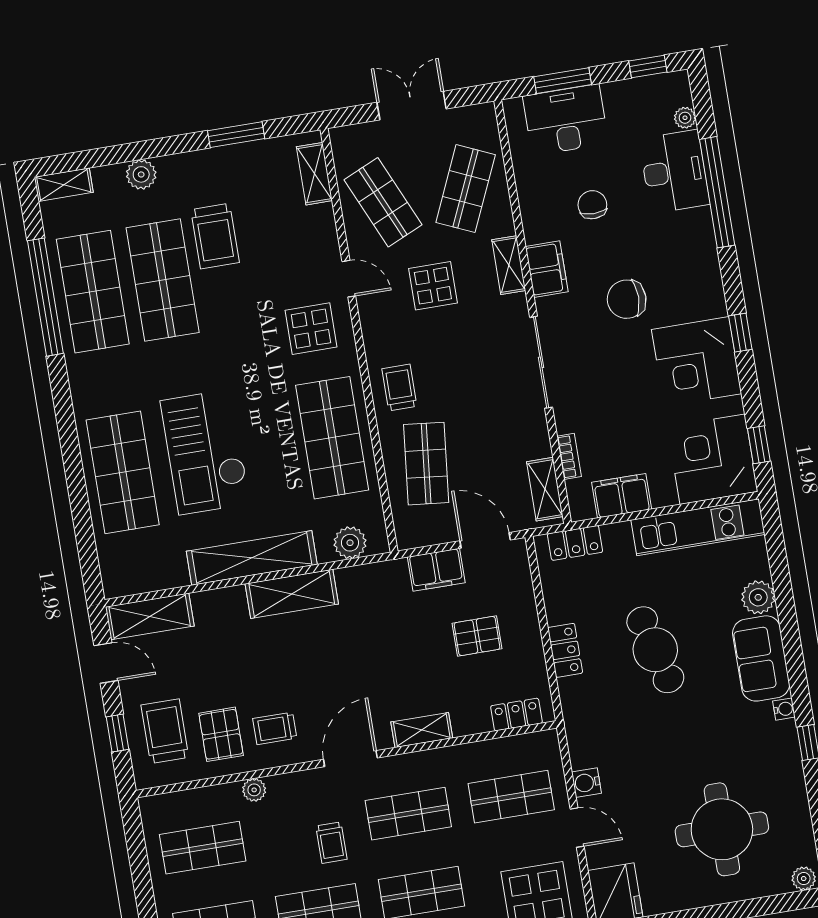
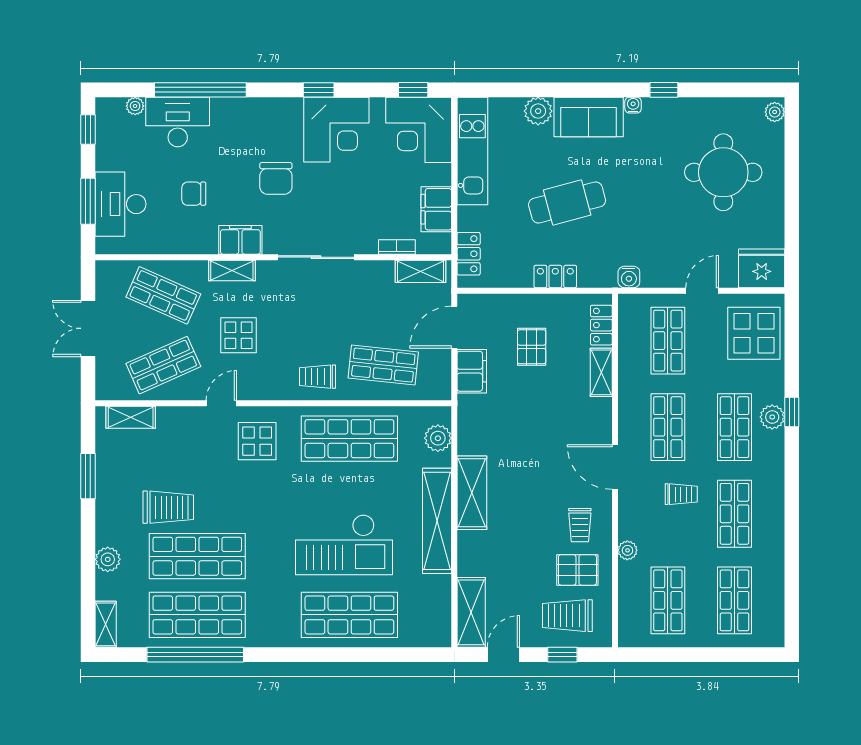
shelving: (422, 730) -> (601, 372), moved
water cooler: (586, 783) -> (629, 277), moved

